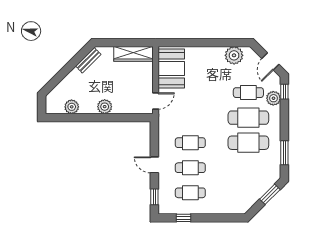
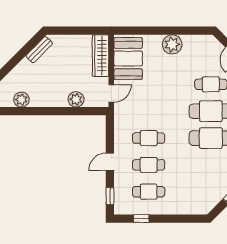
wardrobe: (133, 54) -> (101, 56), moved, turned 90
plant: (234, 55) -> (172, 44), moved
plant: (105, 107) -> (76, 99), moved
door: (154, 165) -> (110, 162), hinge flipped

